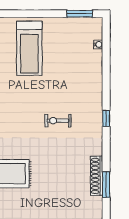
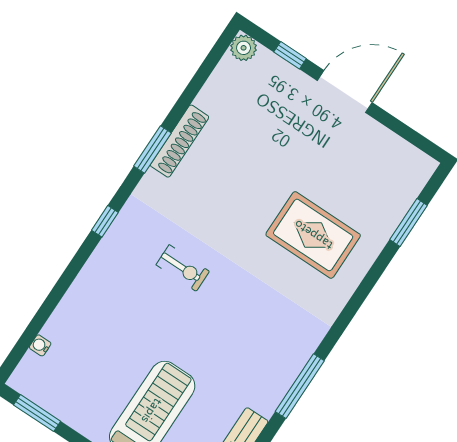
window: (106, 185) -> (153, 150), moved

